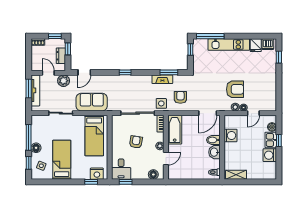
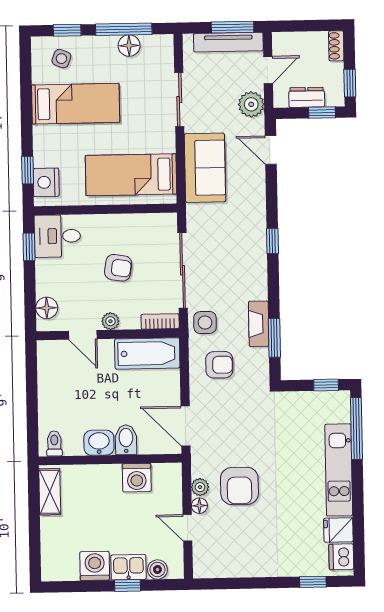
floor lamp: (36, 148) -> (129, 46), moved

